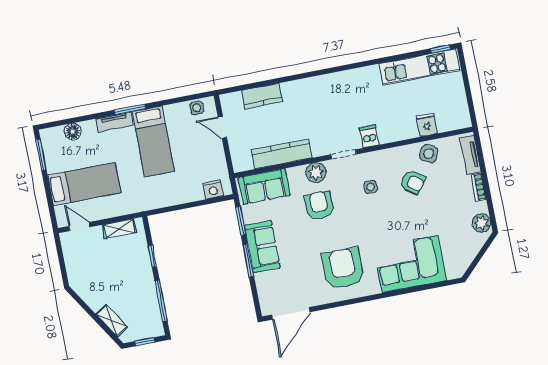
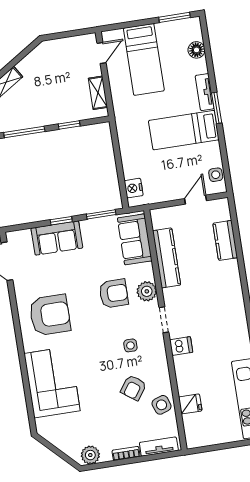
side table: (429, 154) -> (162, 405), turned 45
sofa: (262, 247) -> (57, 238), moved
window: (248, 261) -> (61, 221), width x0.67

